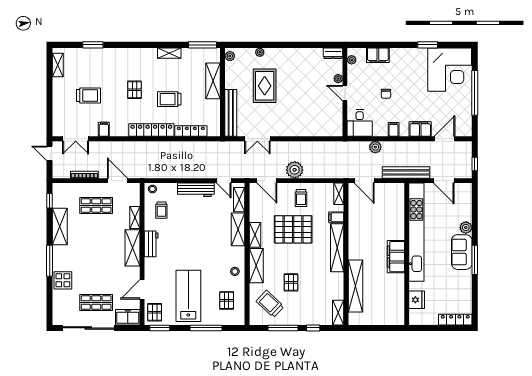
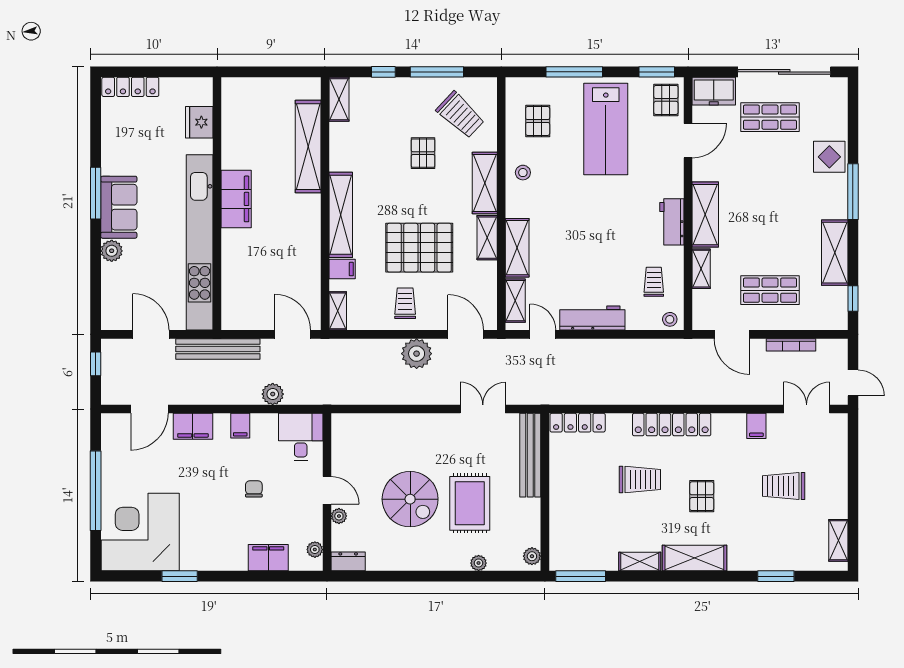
shelving: (213, 81) -> (694, 558), moved, turned 90
spiral stairs: (298, 88) -> (410, 499), added
locker: (191, 131) -> (578, 423), moved

